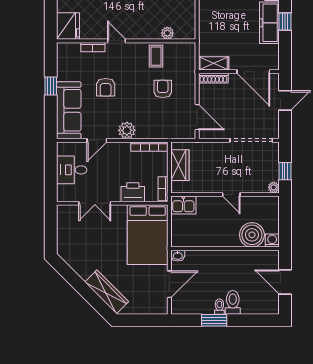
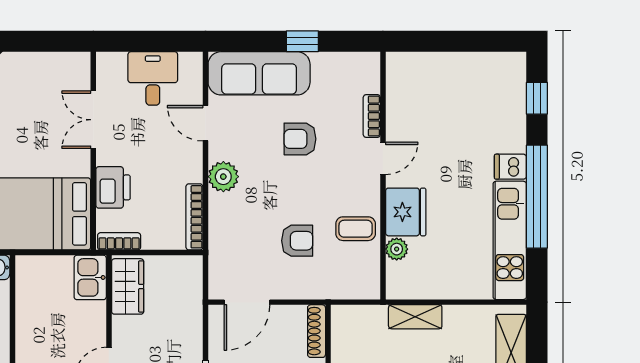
fridge: (68, 26) -> (406, 212), moved, turned -90
shelving: (214, 63) -> (415, 317), moved, turned 90
wardrobe: (180, 165) -> (128, 286), moved, turned -90

